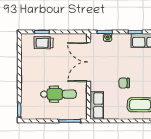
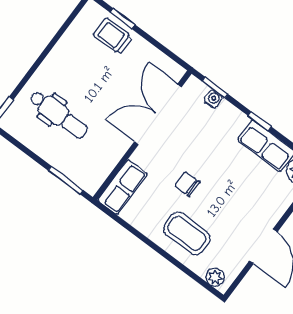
dental chair: (58, 94) -> (58, 114), moved

